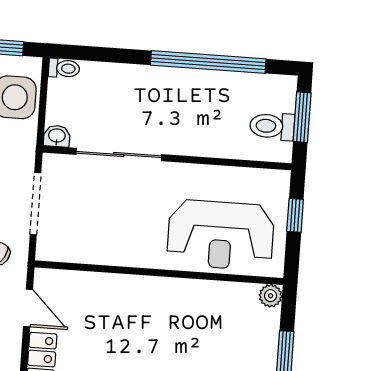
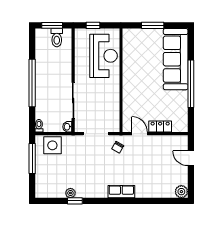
window: (208, 62) -> (32, 83), moved
plant: (271, 296) -> (127, 33), removed
door: (28, 308) -> (140, 134), hinge flipped

